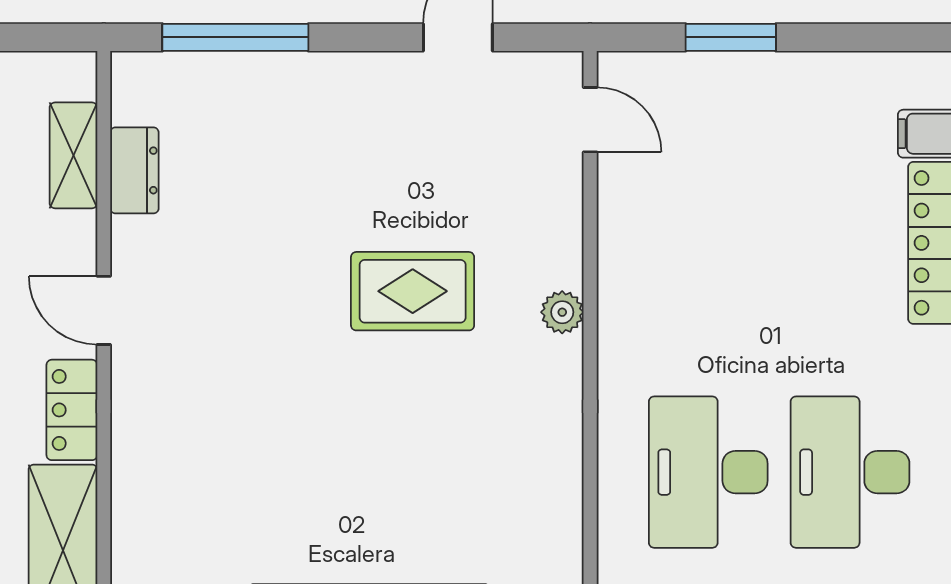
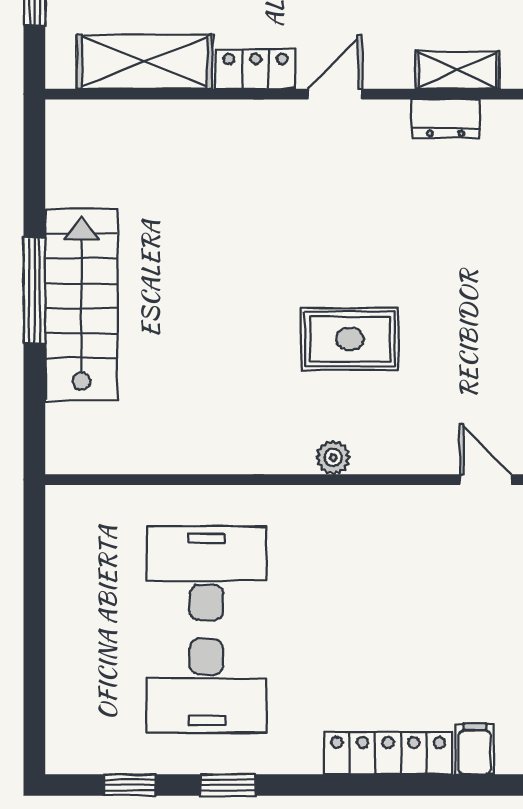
door: (590, 120) -> (486, 480), swing flipped
rug: (413, 291) -> (350, 339), turned 90
desk: (850, 472) -> (206, 686), turned 180

